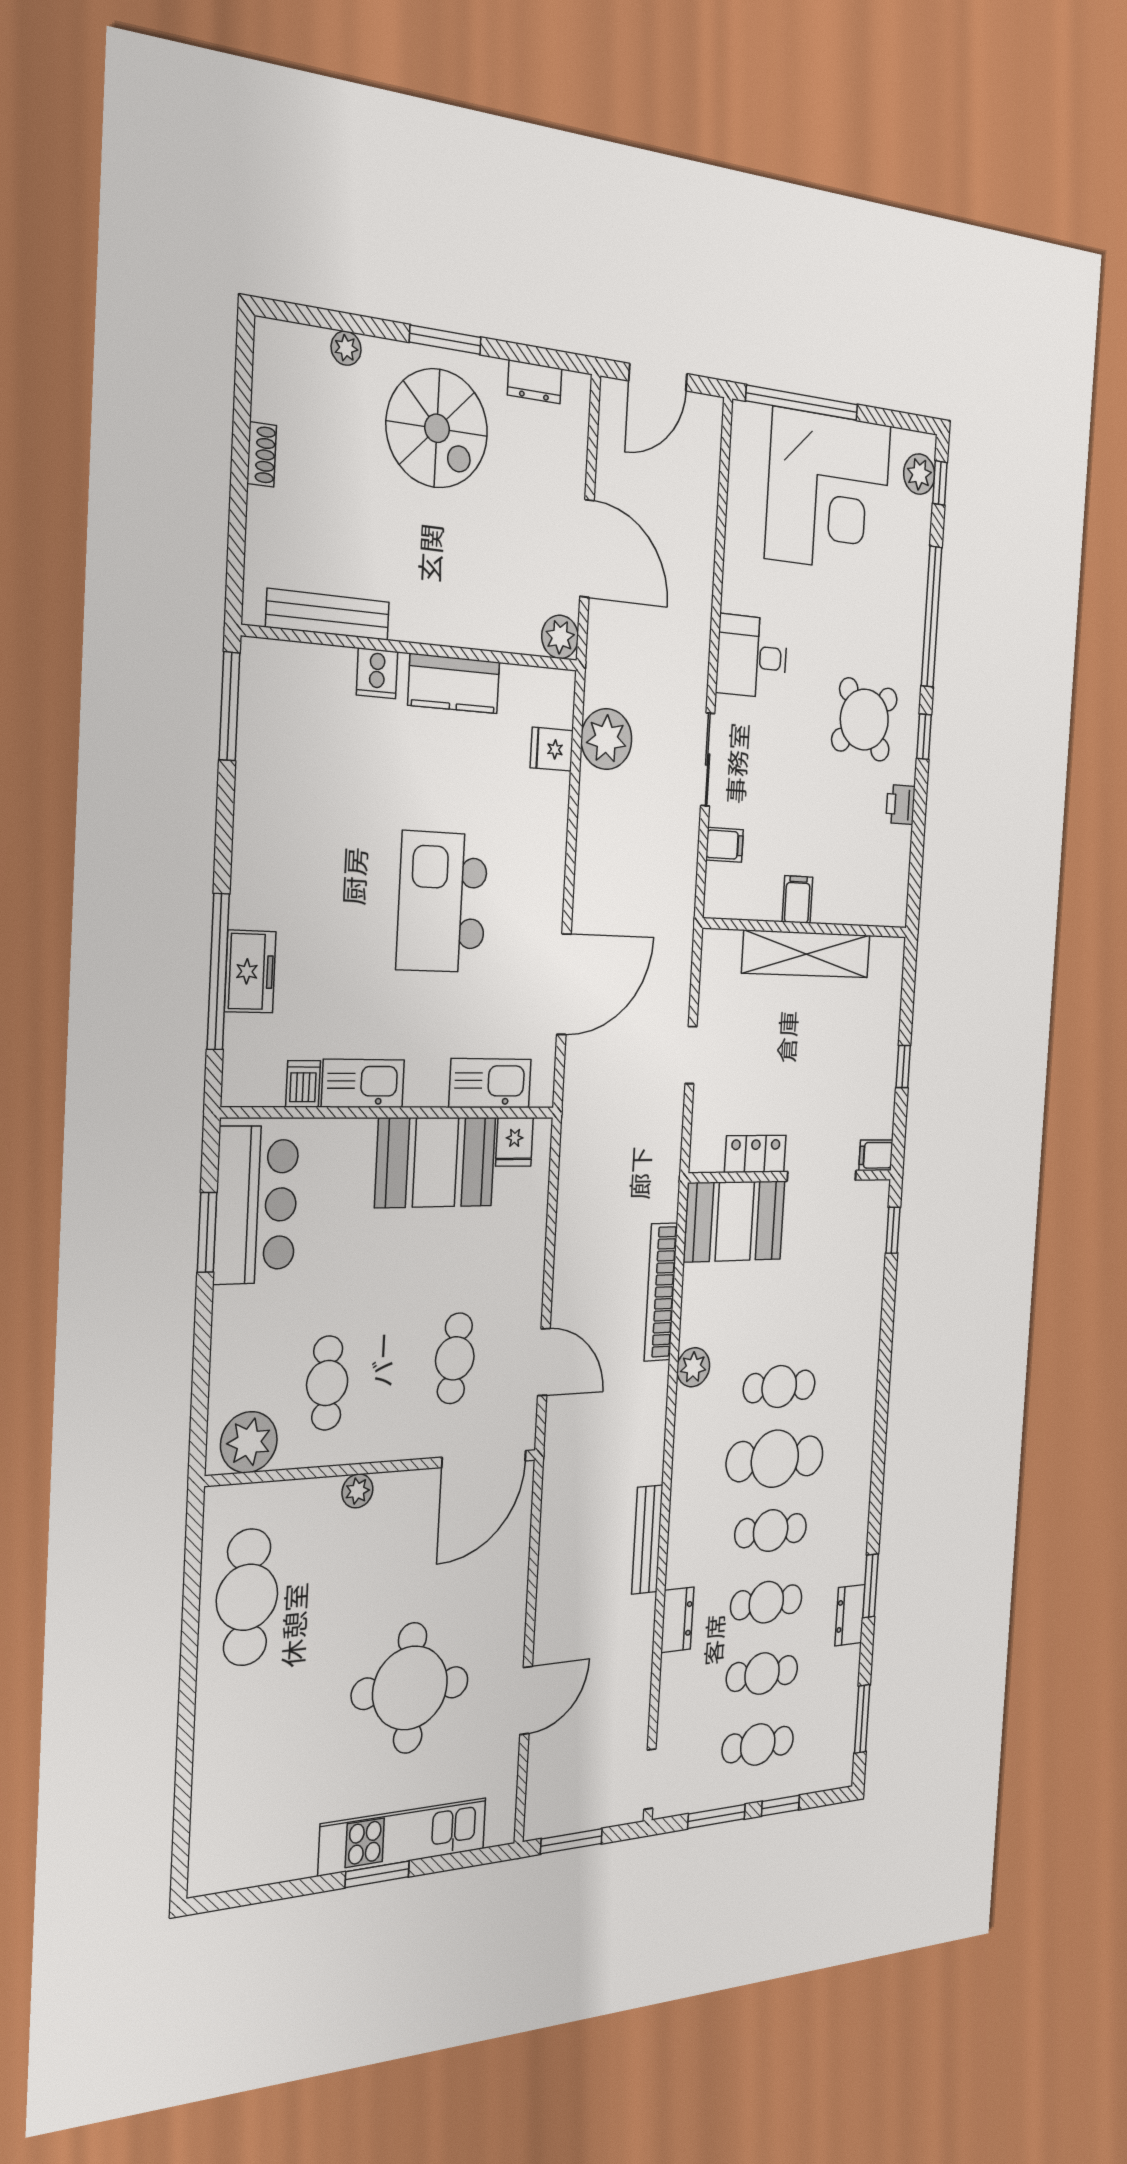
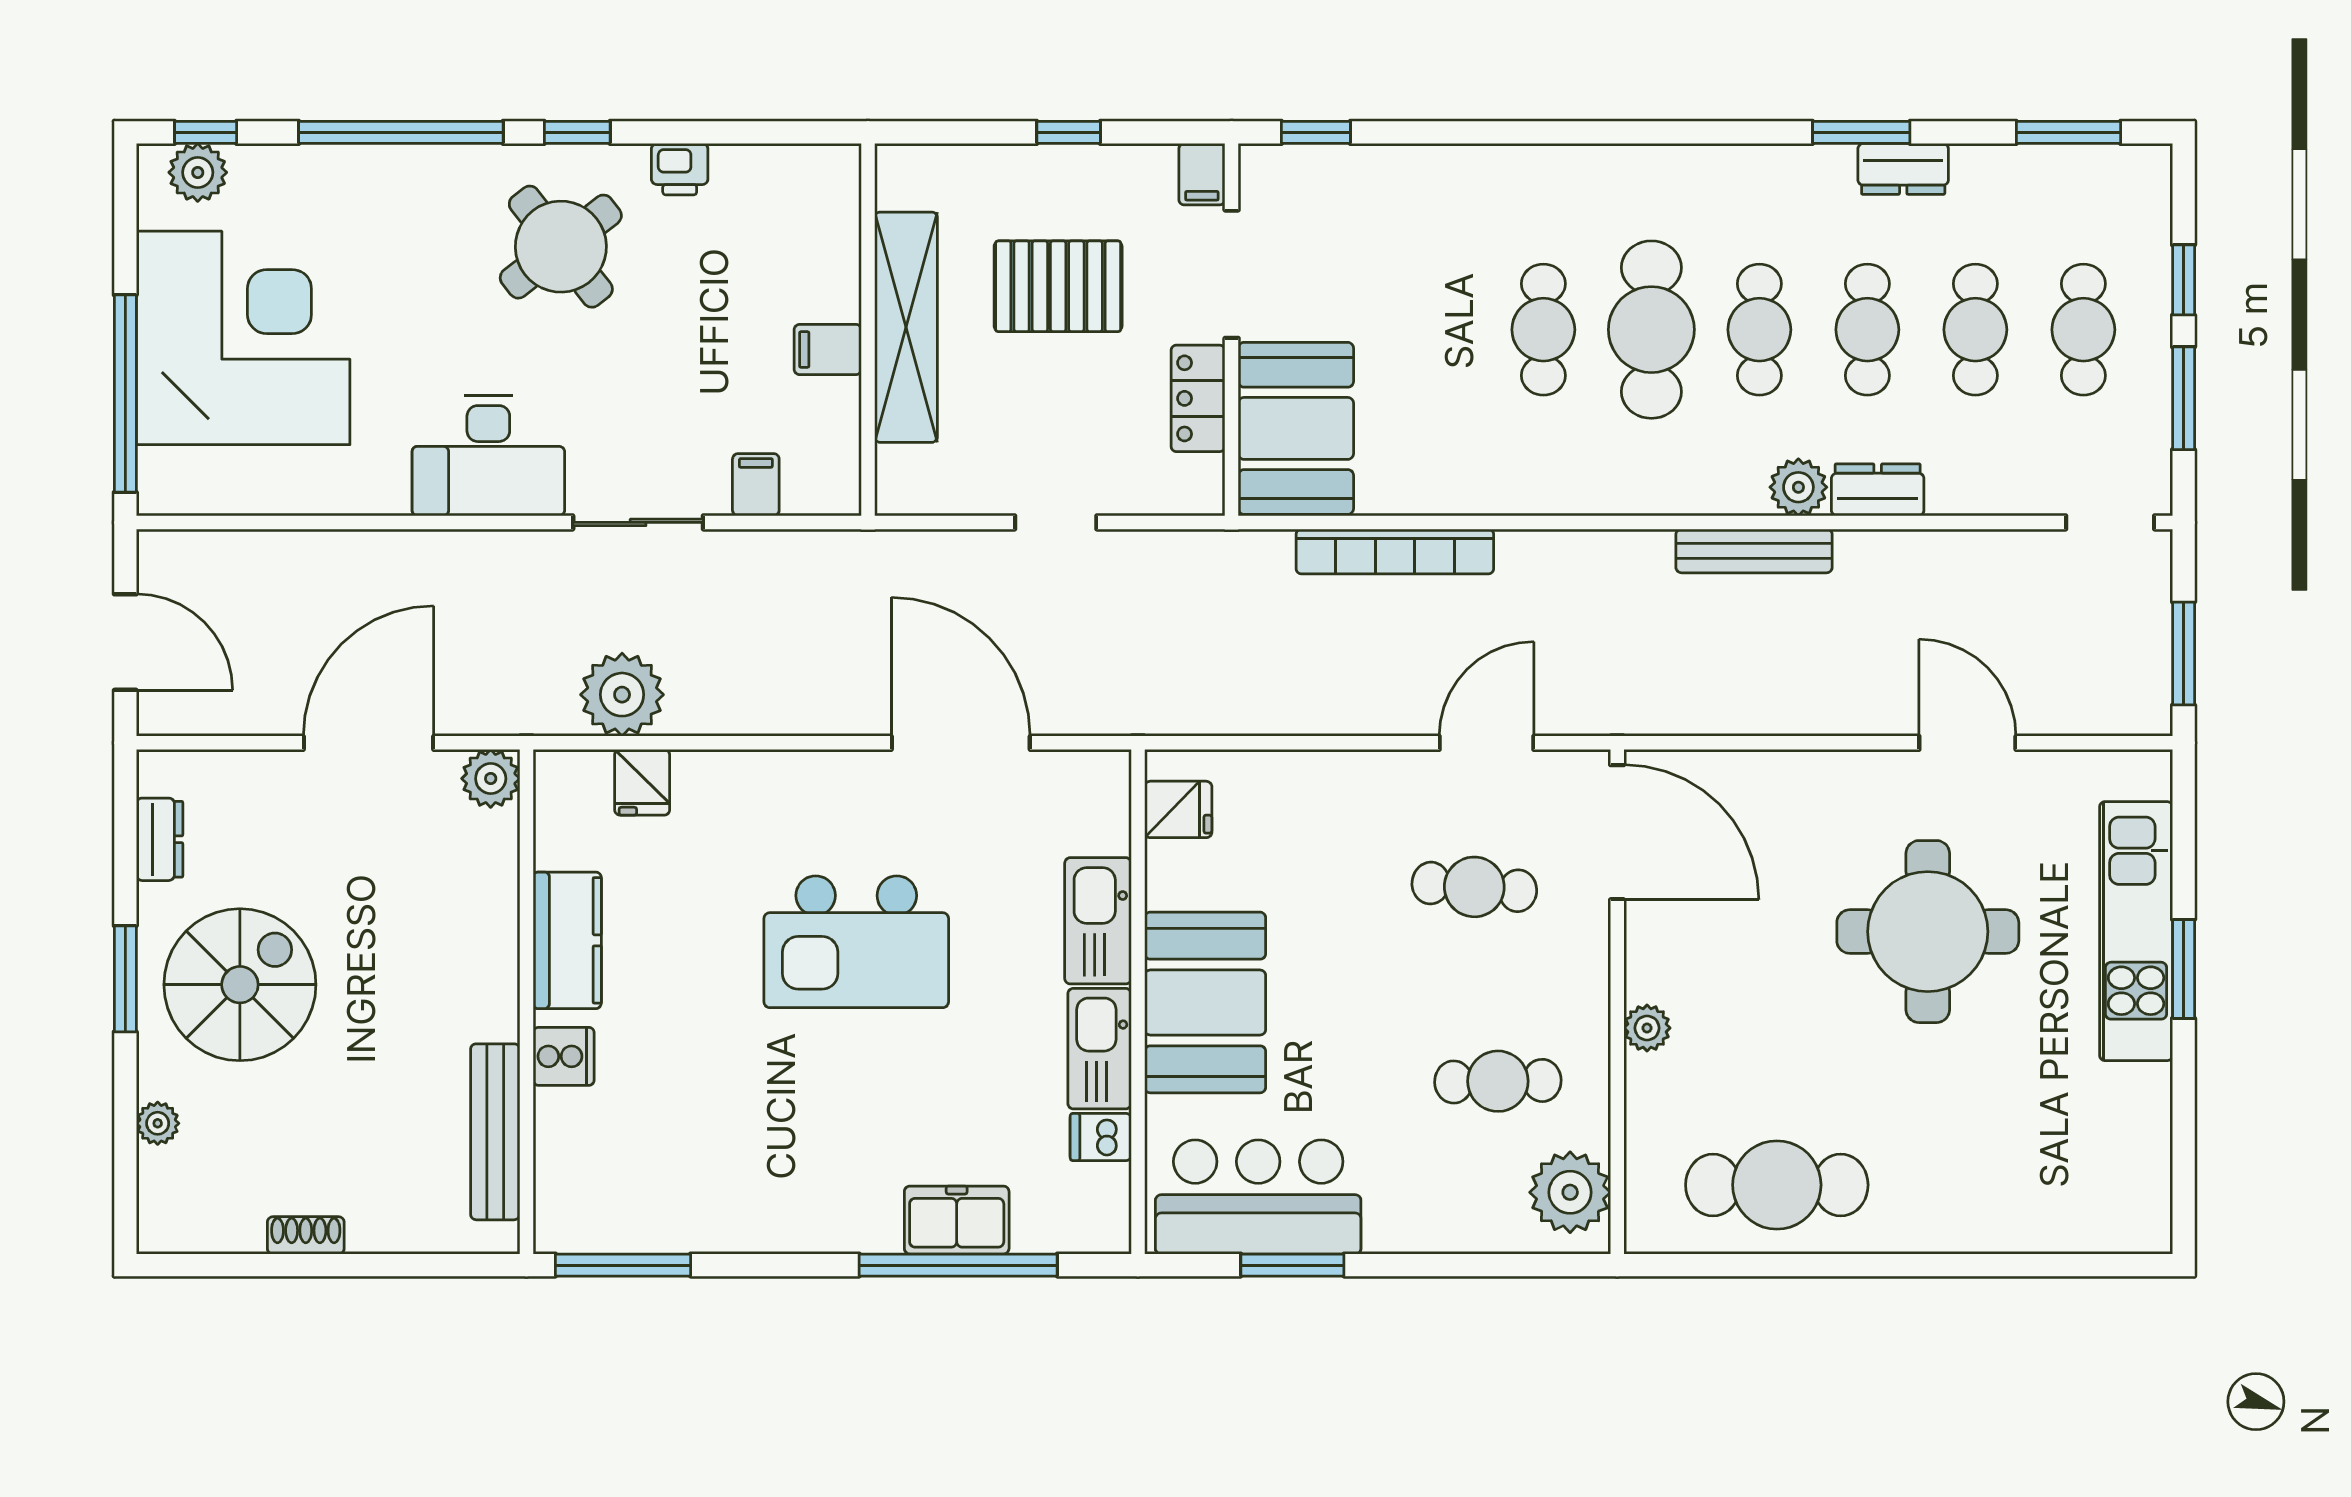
desk: (752, 657) -> (488, 456), width x1.37
pallet: (822, 1059) -> (1058, 286), added
kitchen sink: (490, 1083) -> (1098, 921), moved
booth: (436, 1162) -> (1205, 1002), moved
plant: (693, 1367) -> (1798, 487), moved

